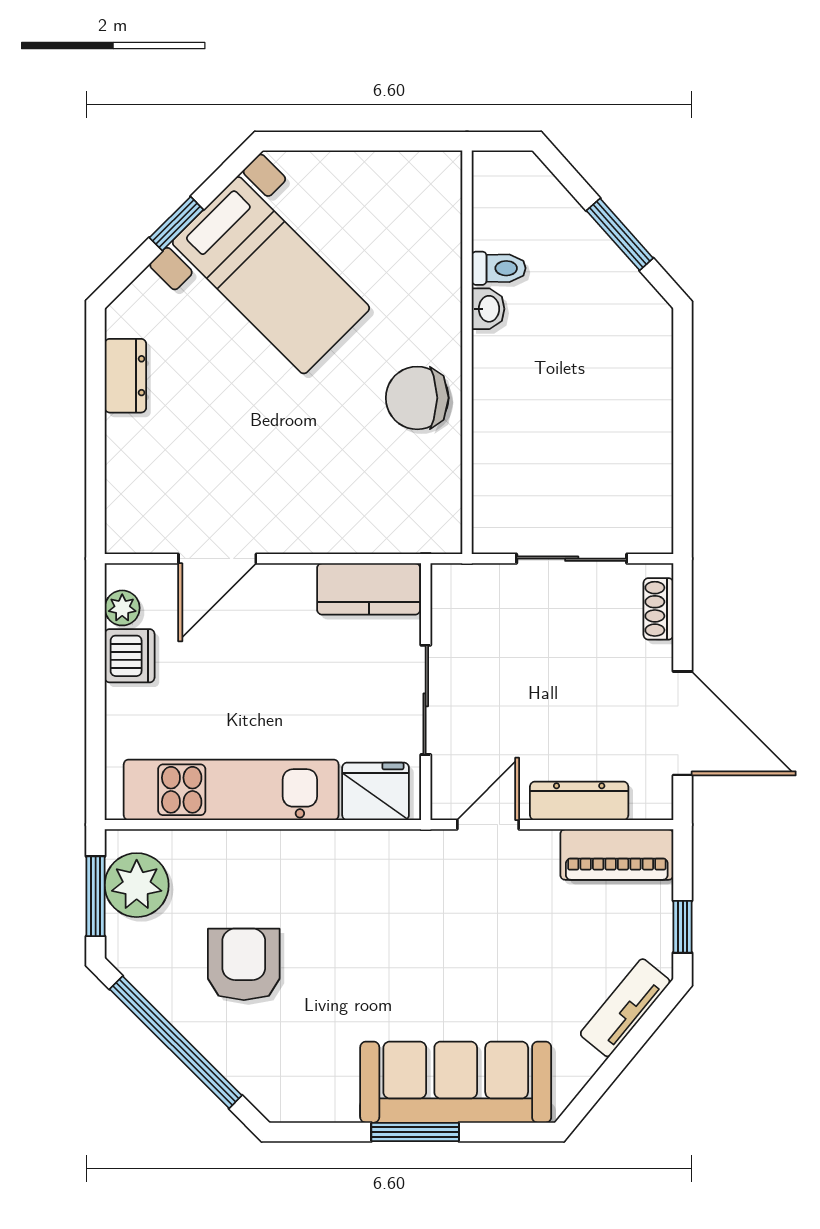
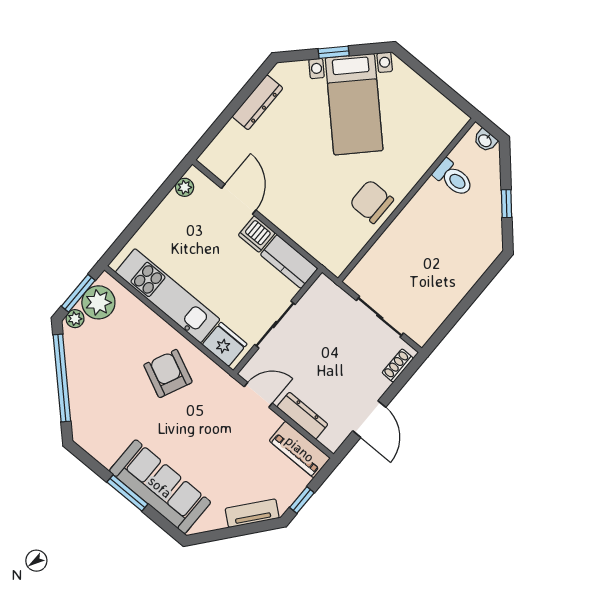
window: (620, 234) -> (506, 204), width x0.67
toilet: (499, 268) -> (453, 178), width x1.37, depth x1.39
washbasin: (488, 309) -> (485, 140), moved, turned 90
dresser: (125, 376) -> (258, 102), width x1.44
door: (217, 559) -> (239, 199), swing flipped
dishwasher: (130, 656) -> (257, 234), moved, turned 90
door: (683, 723) -> (369, 419), width x0.73
plant: (122, 938) -> (75, 319), added
armchair: (244, 964) -> (168, 373), moved, turned -65

